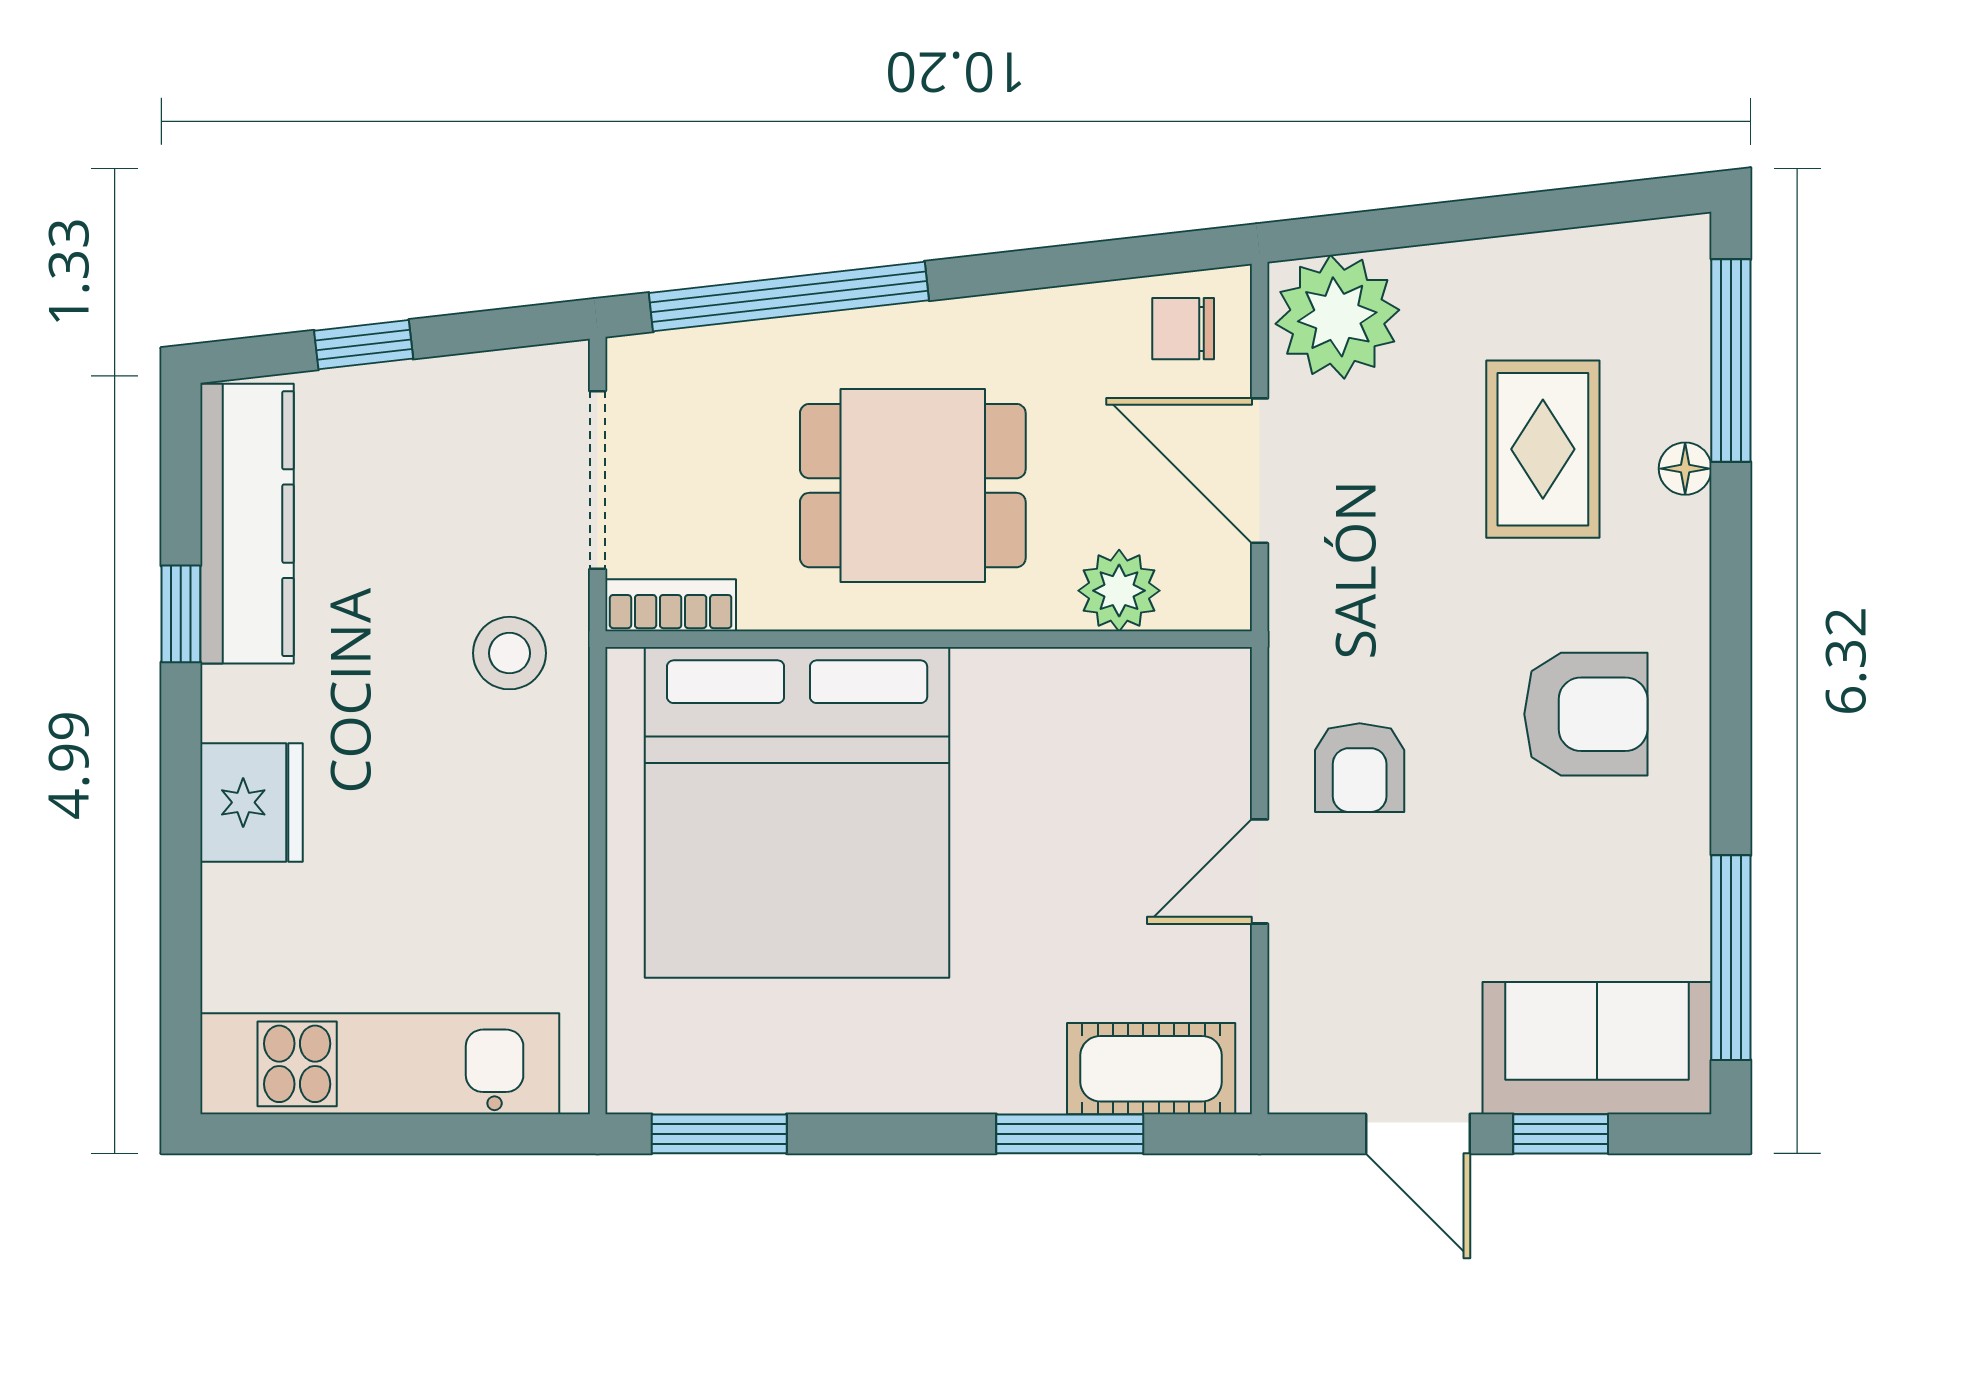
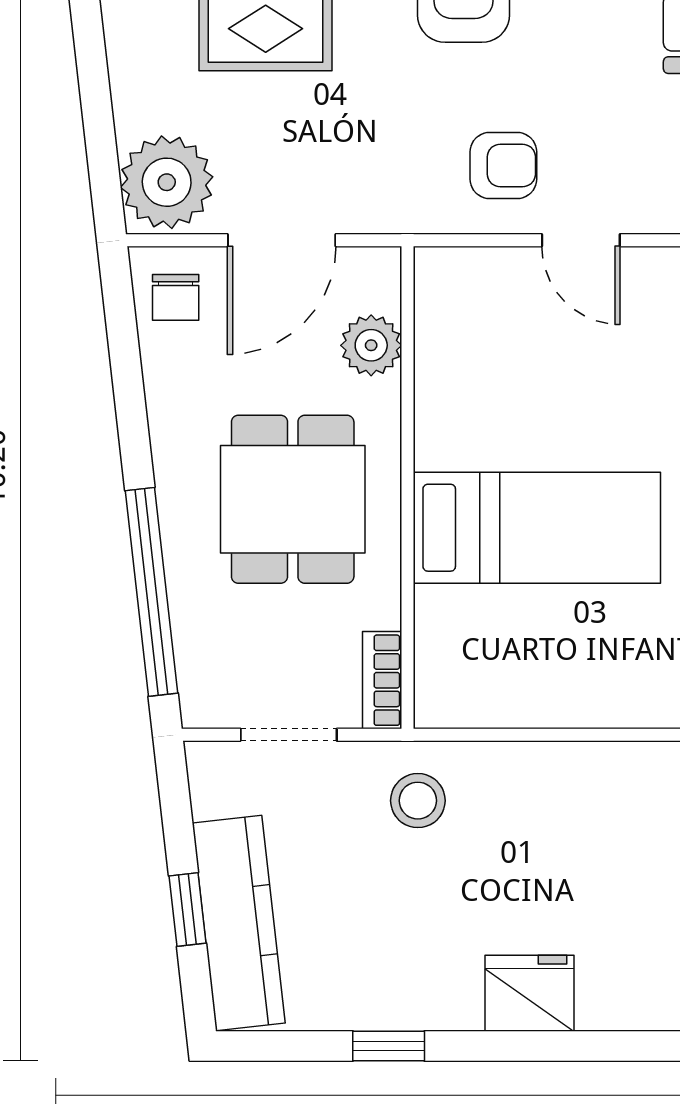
doorway: (598, 480) -> (289, 735), width x0.73
kitchen counter: (247, 524) -> (239, 923), moved, turned 84
bed: (797, 812) -> (537, 528), width x0.49

